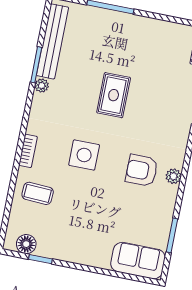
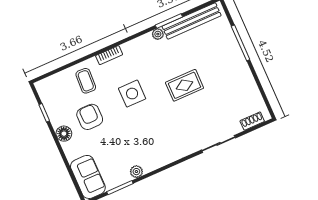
armchair: (142, 170) -> (90, 117), moved
plant: (173, 176) -> (136, 172), moved
floor lamp: (26, 244) -> (64, 134), moved

